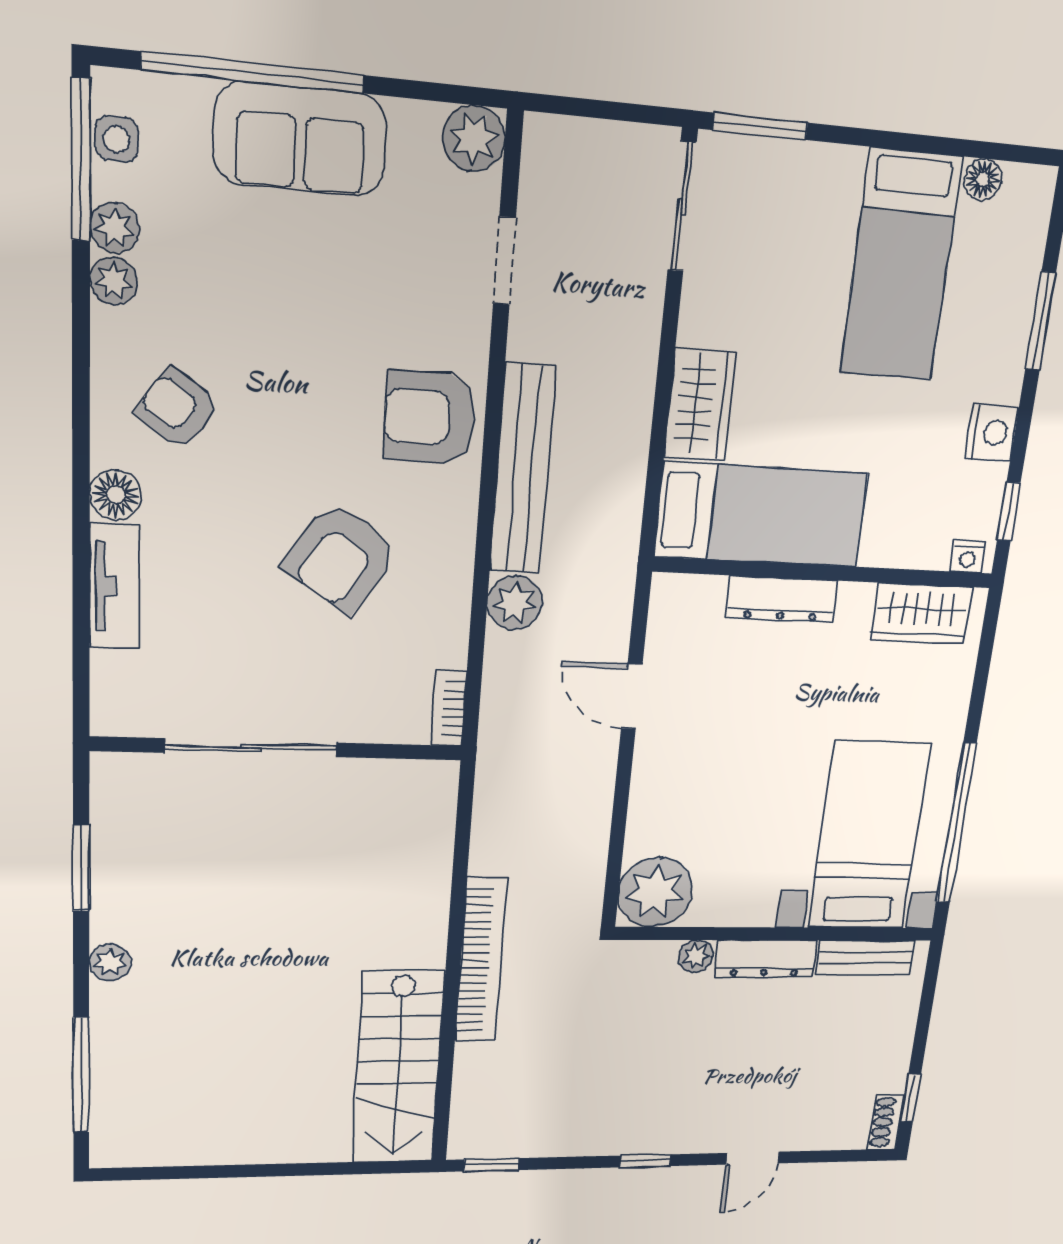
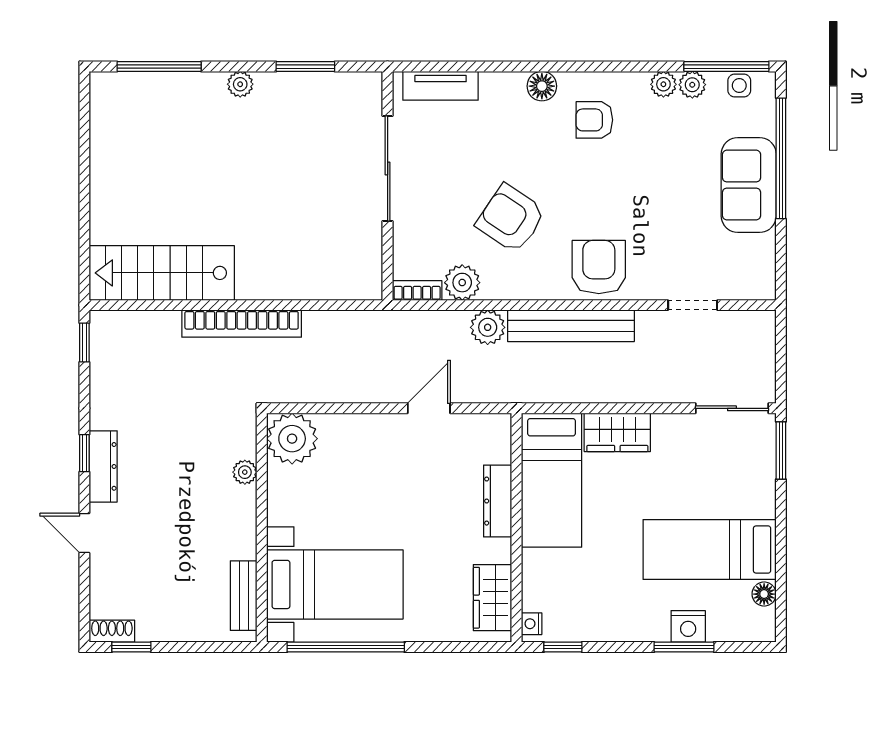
plant: (474, 138) -> (462, 283), moved
armchair: (177, 408) -> (594, 120), turned -126
nightstand: (992, 433) -> (688, 626), moved
tv unit: (115, 586) -> (441, 86), moved
dresser: (766, 959) -> (103, 466), moved, turned 180

